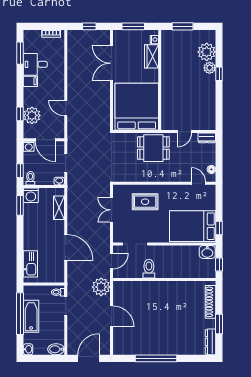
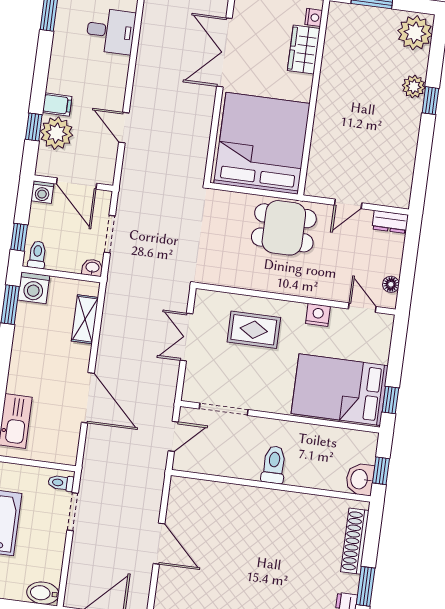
plant: (207, 52) -> (415, 33), moved
desk: (35, 64) -> (111, 31), moved, turned 180
filing cabinet: (30, 81) -> (57, 105), moved
nightstand: (177, 190) -> (318, 315), added
washbasin: (207, 252) -> (360, 479), moved, turned 90
toilet: (149, 269) -> (274, 465), moved
plant: (101, 287) -> (146, 484), removed

